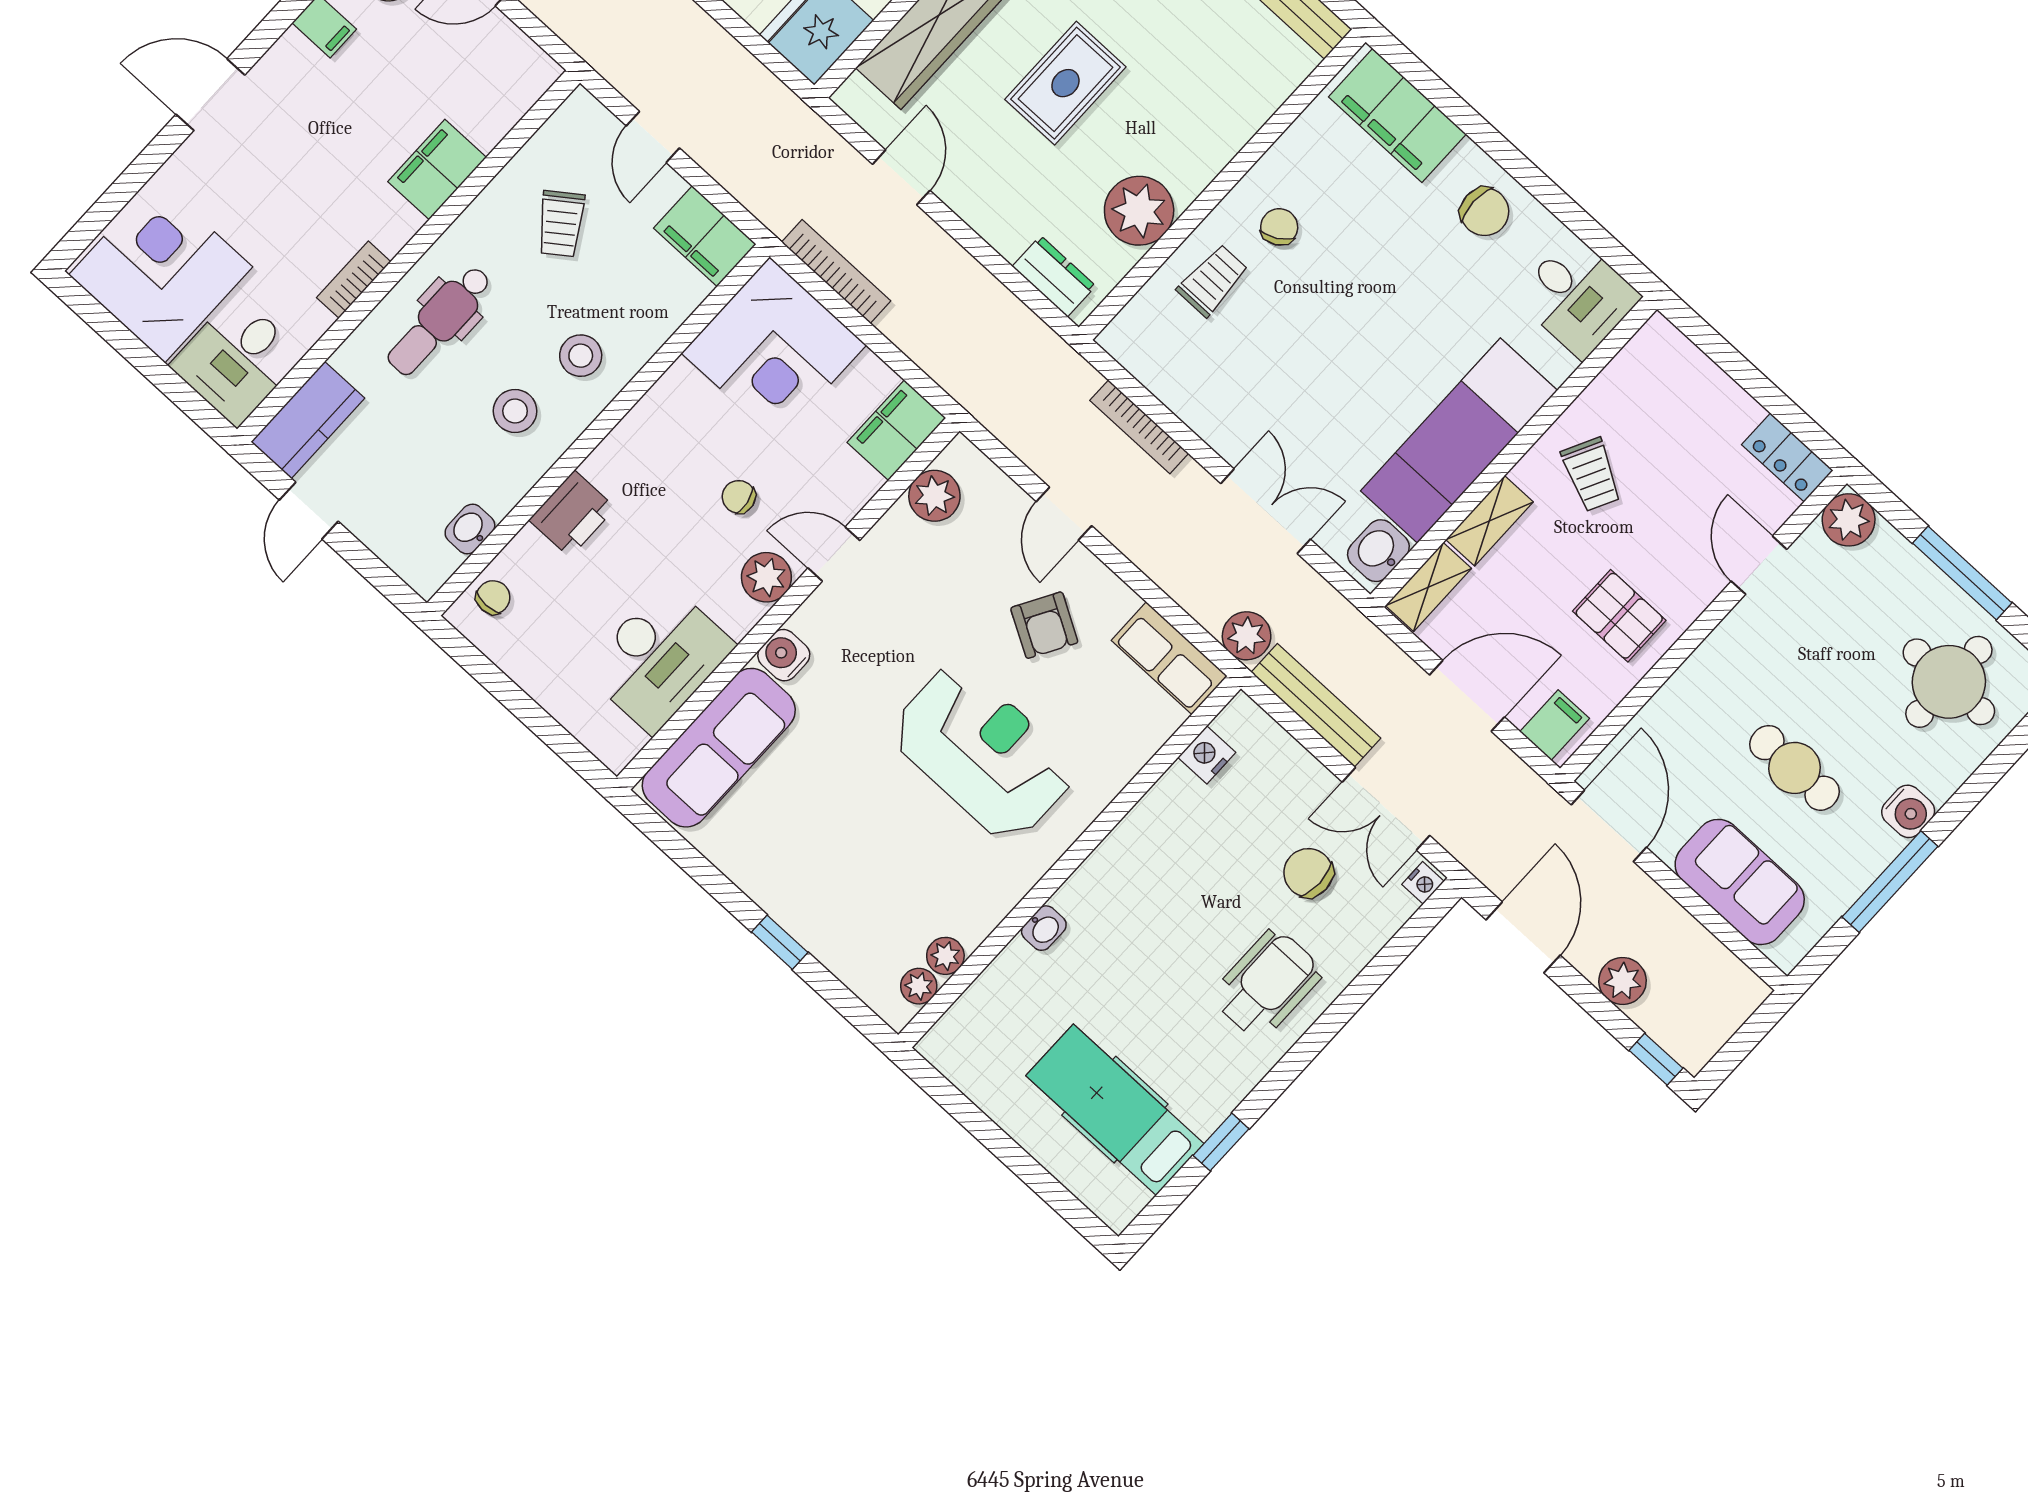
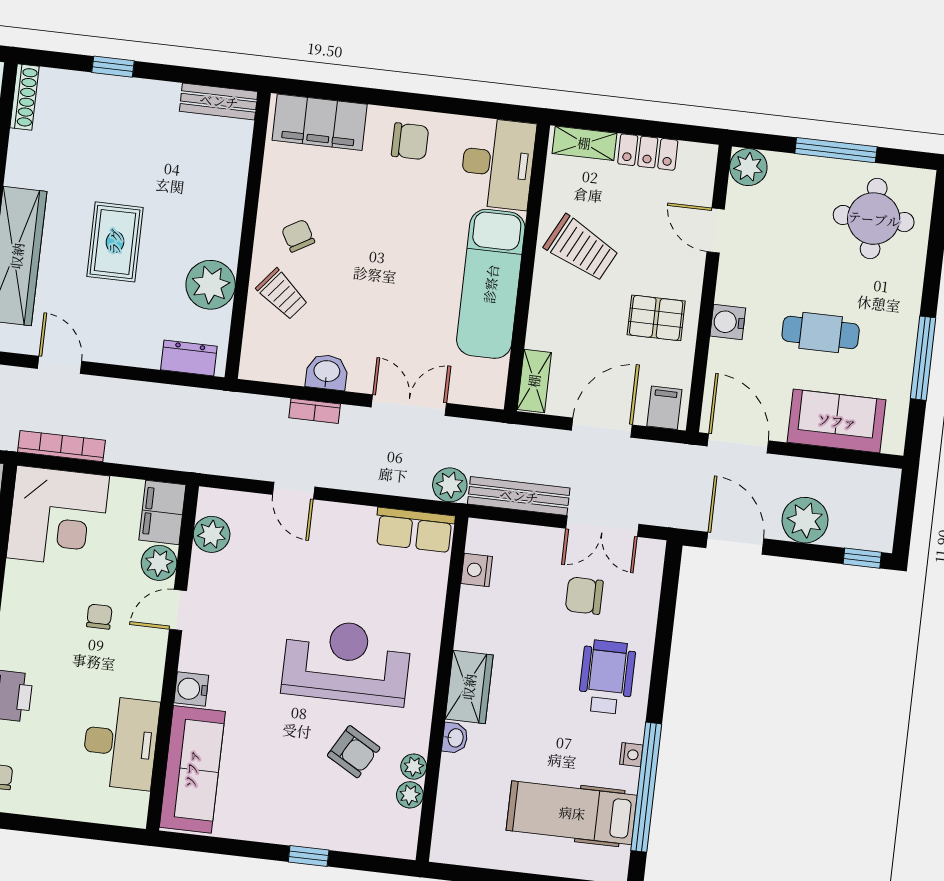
trolley: (1213, 280) -> (282, 294), turned 129
desk: (1577, 297) -> (498, 164), width x1.37
bookcase: (1139, 427) -> (315, 411), width x0.64
locker: (1787, 458) -> (648, 152), moved
trolley: (1591, 475) -> (581, 248), width x1.36, depth x1.39
chair: (739, 497) -> (99, 617), turned 100
shelving: (1490, 521) -> (584, 143), moved, turned 90
washbasin: (1378, 551) -> (327, 372), moved, turned 90
plant: (766, 577) -> (159, 563), moved
armchair: (1044, 625) -> (354, 752), moved
water cooler: (1908, 811) -> (728, 322), moved, turned 180
wardrobe: (1102, 882) -> (469, 687), added
nightstand: (1423, 883) -> (631, 755), moved
plant: (1623, 981) -> (805, 520), width x1.36, depth x1.36
plant: (919, 986) -> (414, 767), moved
window: (1221, 1142) -> (646, 787), width x3.17

